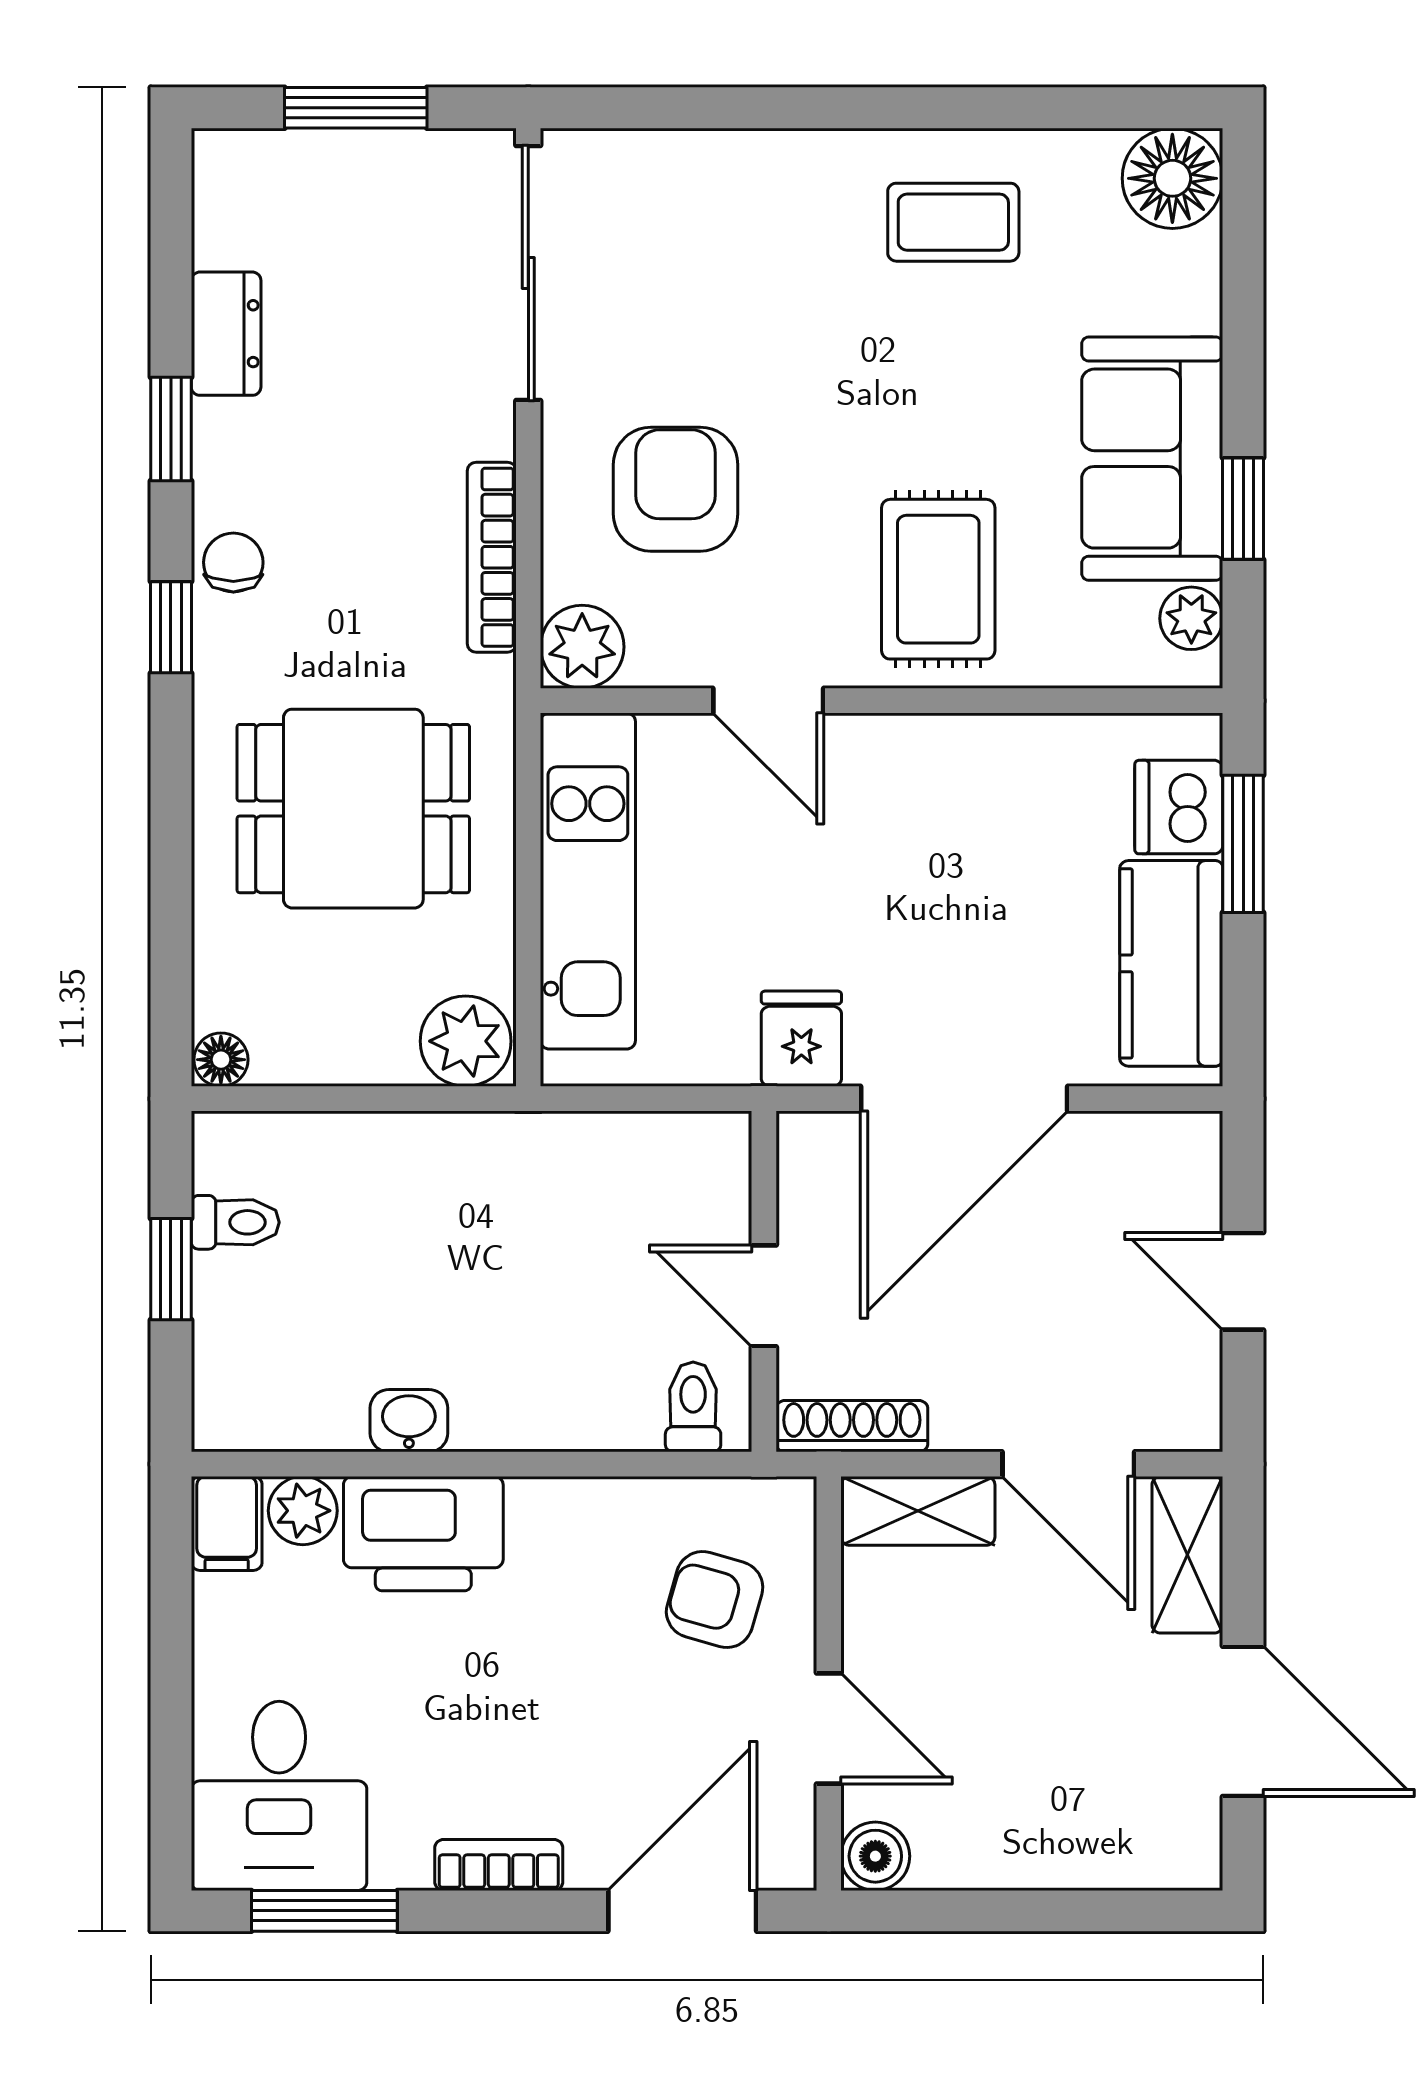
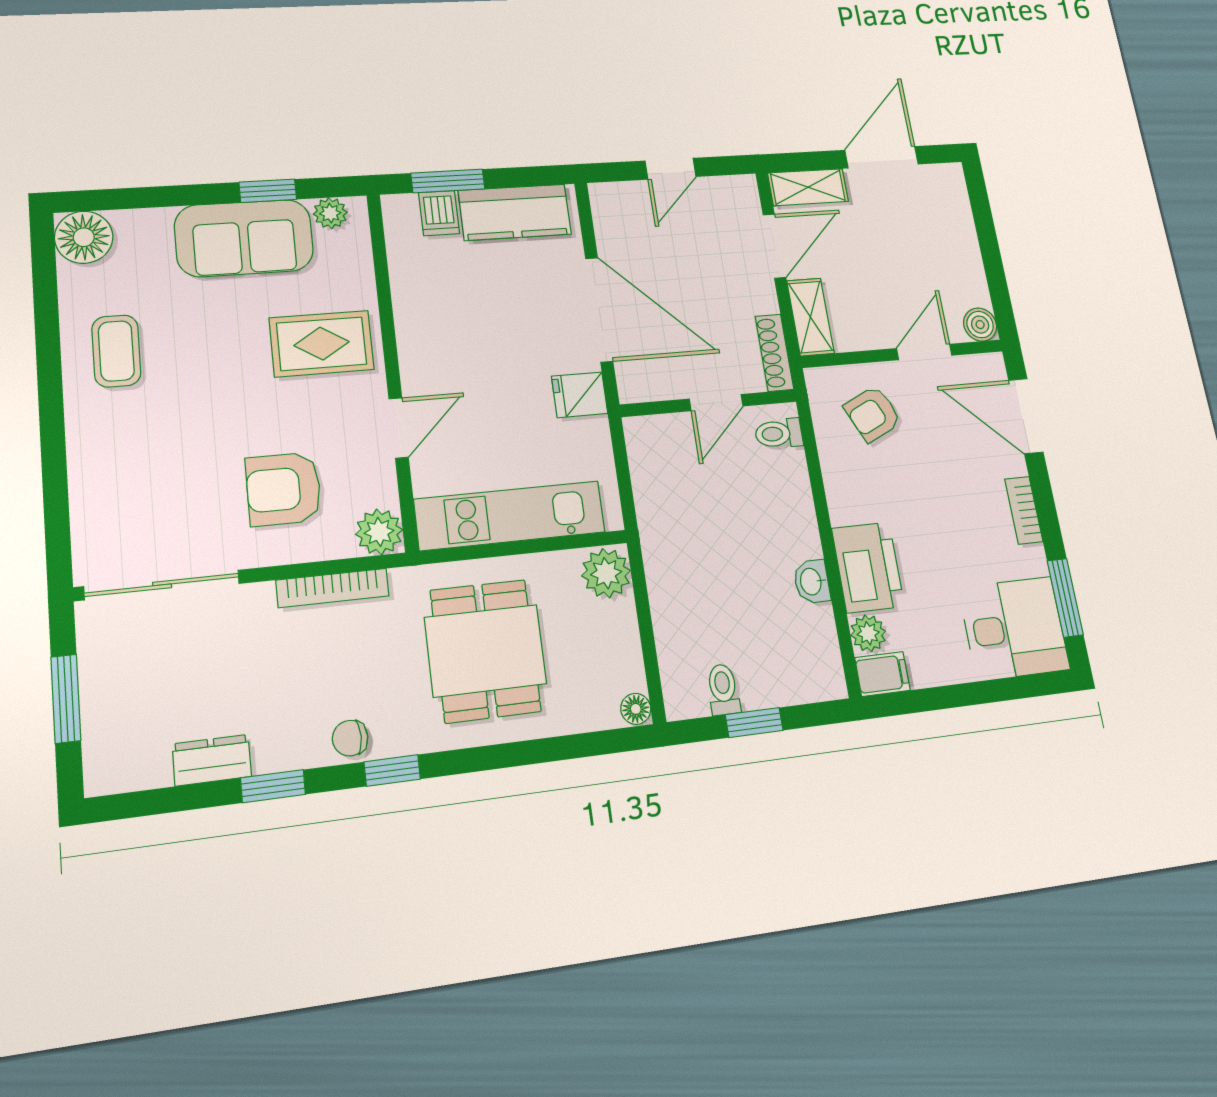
dishwasher: (1179, 807) -> (439, 213), width x0.73
armchair: (715, 1600) -> (873, 414), turned 49

